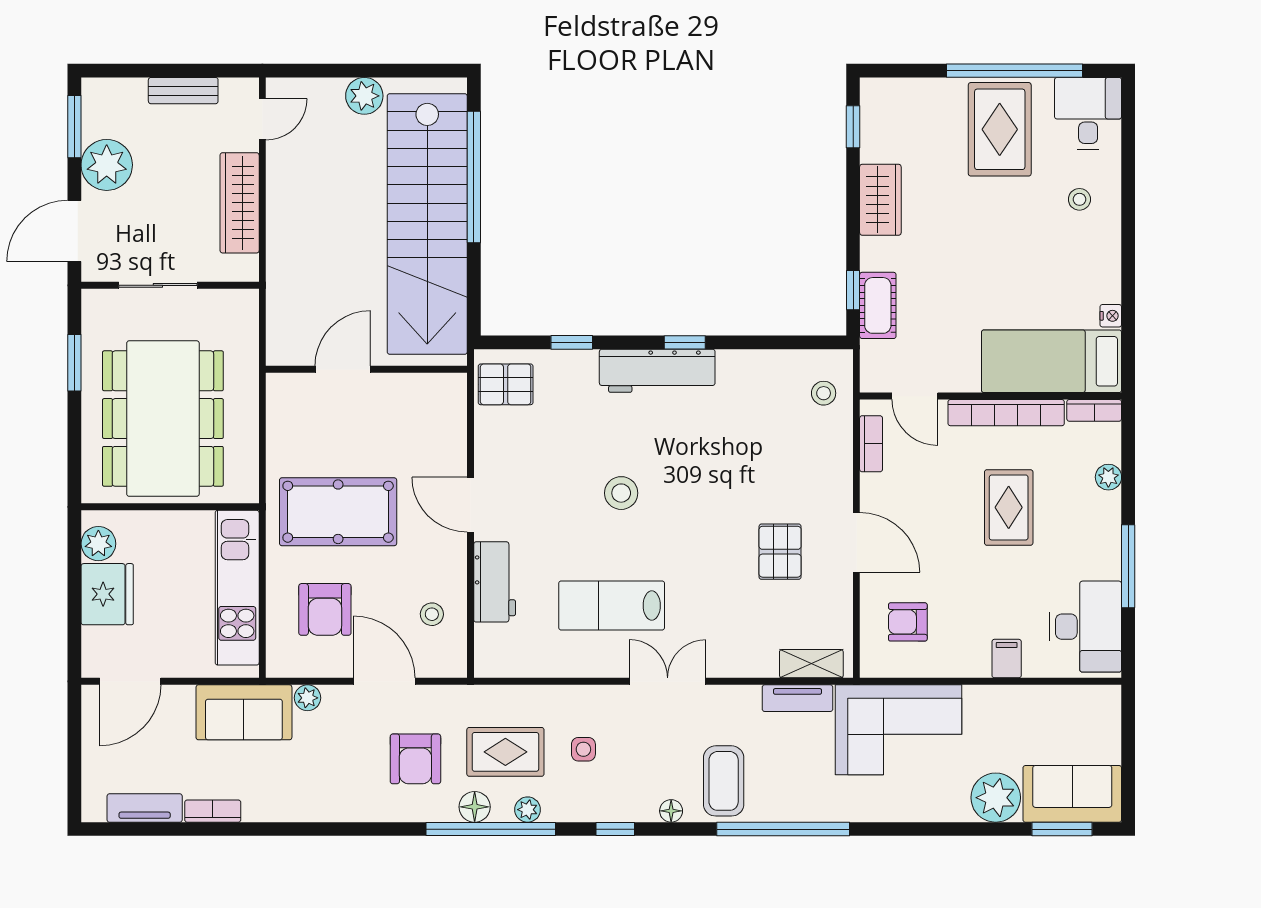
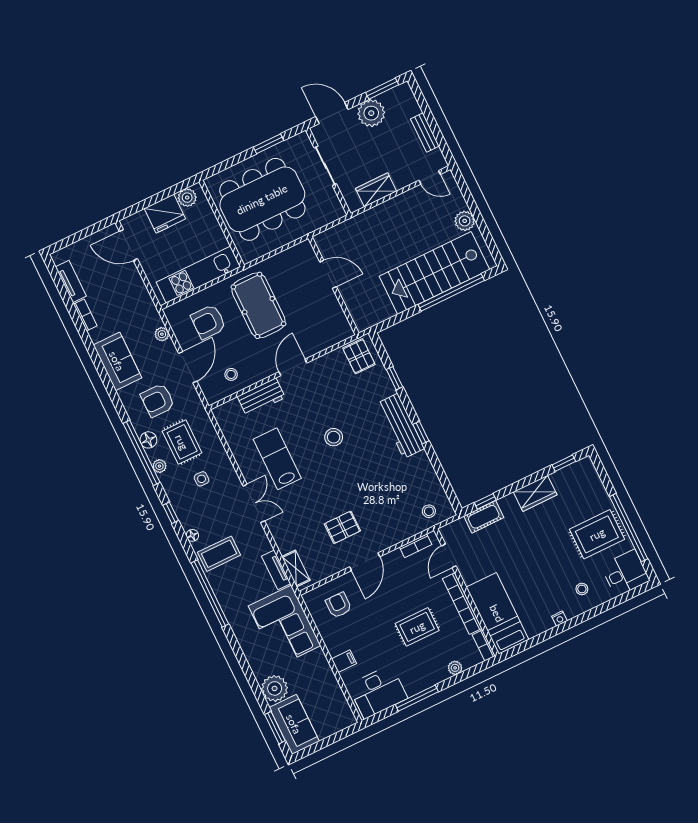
wardrobe: (240, 203) -> (376, 190), width x0.67
stairs: (427, 224) -> (434, 273), width x0.73
nightstand: (1111, 316) -> (559, 618), moved
sofa: (244, 712) -> (117, 361), moved, turned 180

